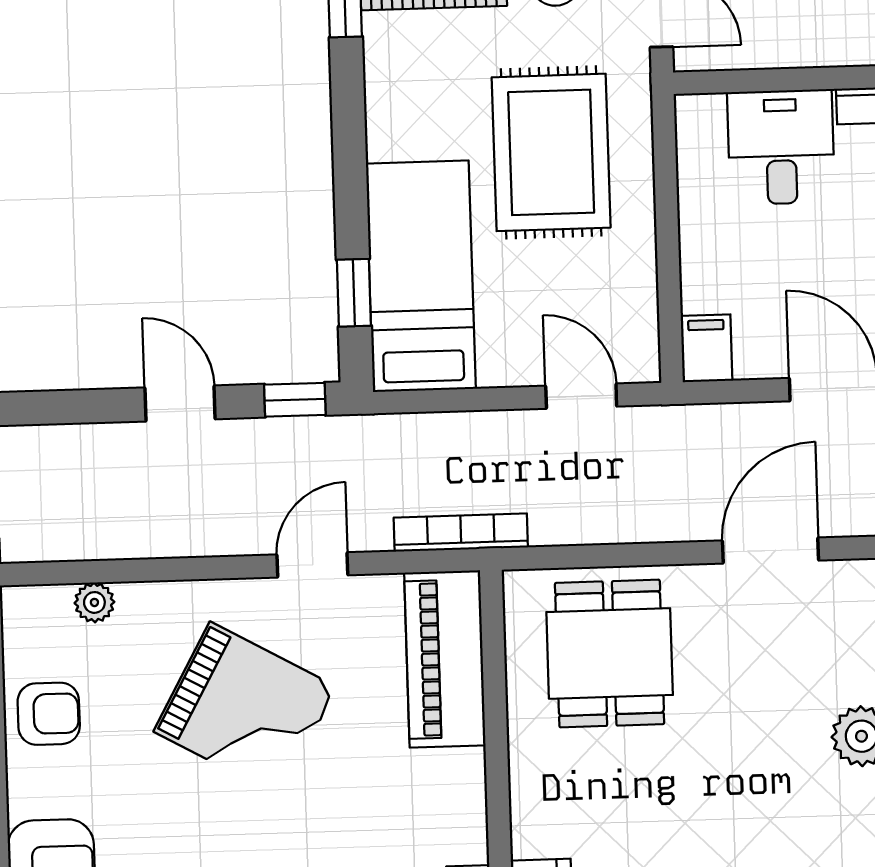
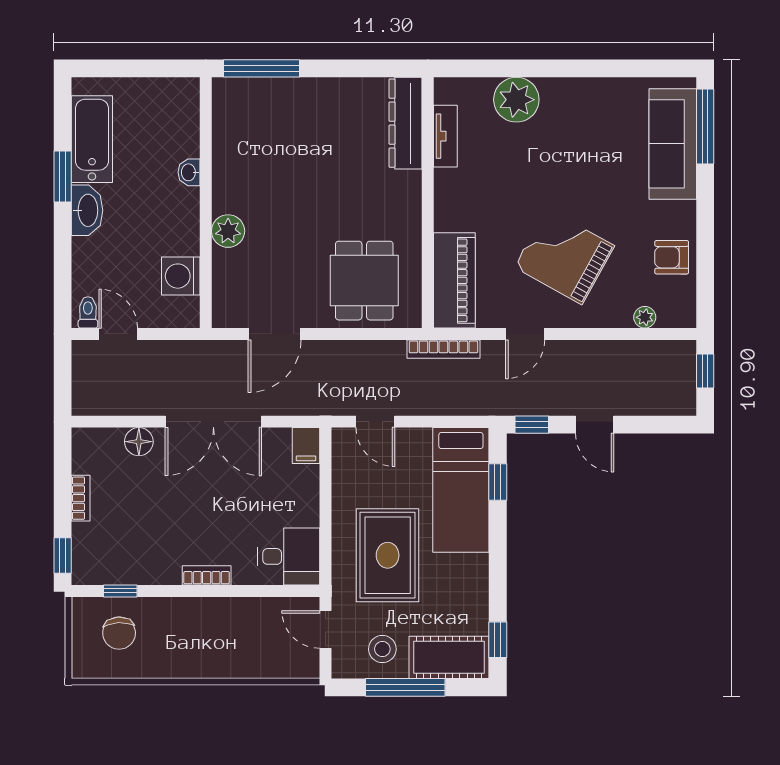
desk: (781, 147) -> (289, 556), moved, turned -90

